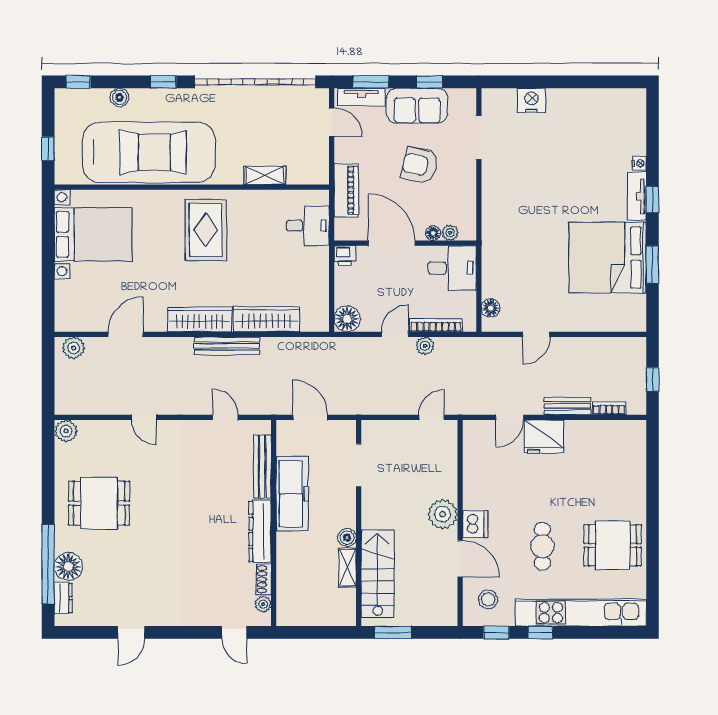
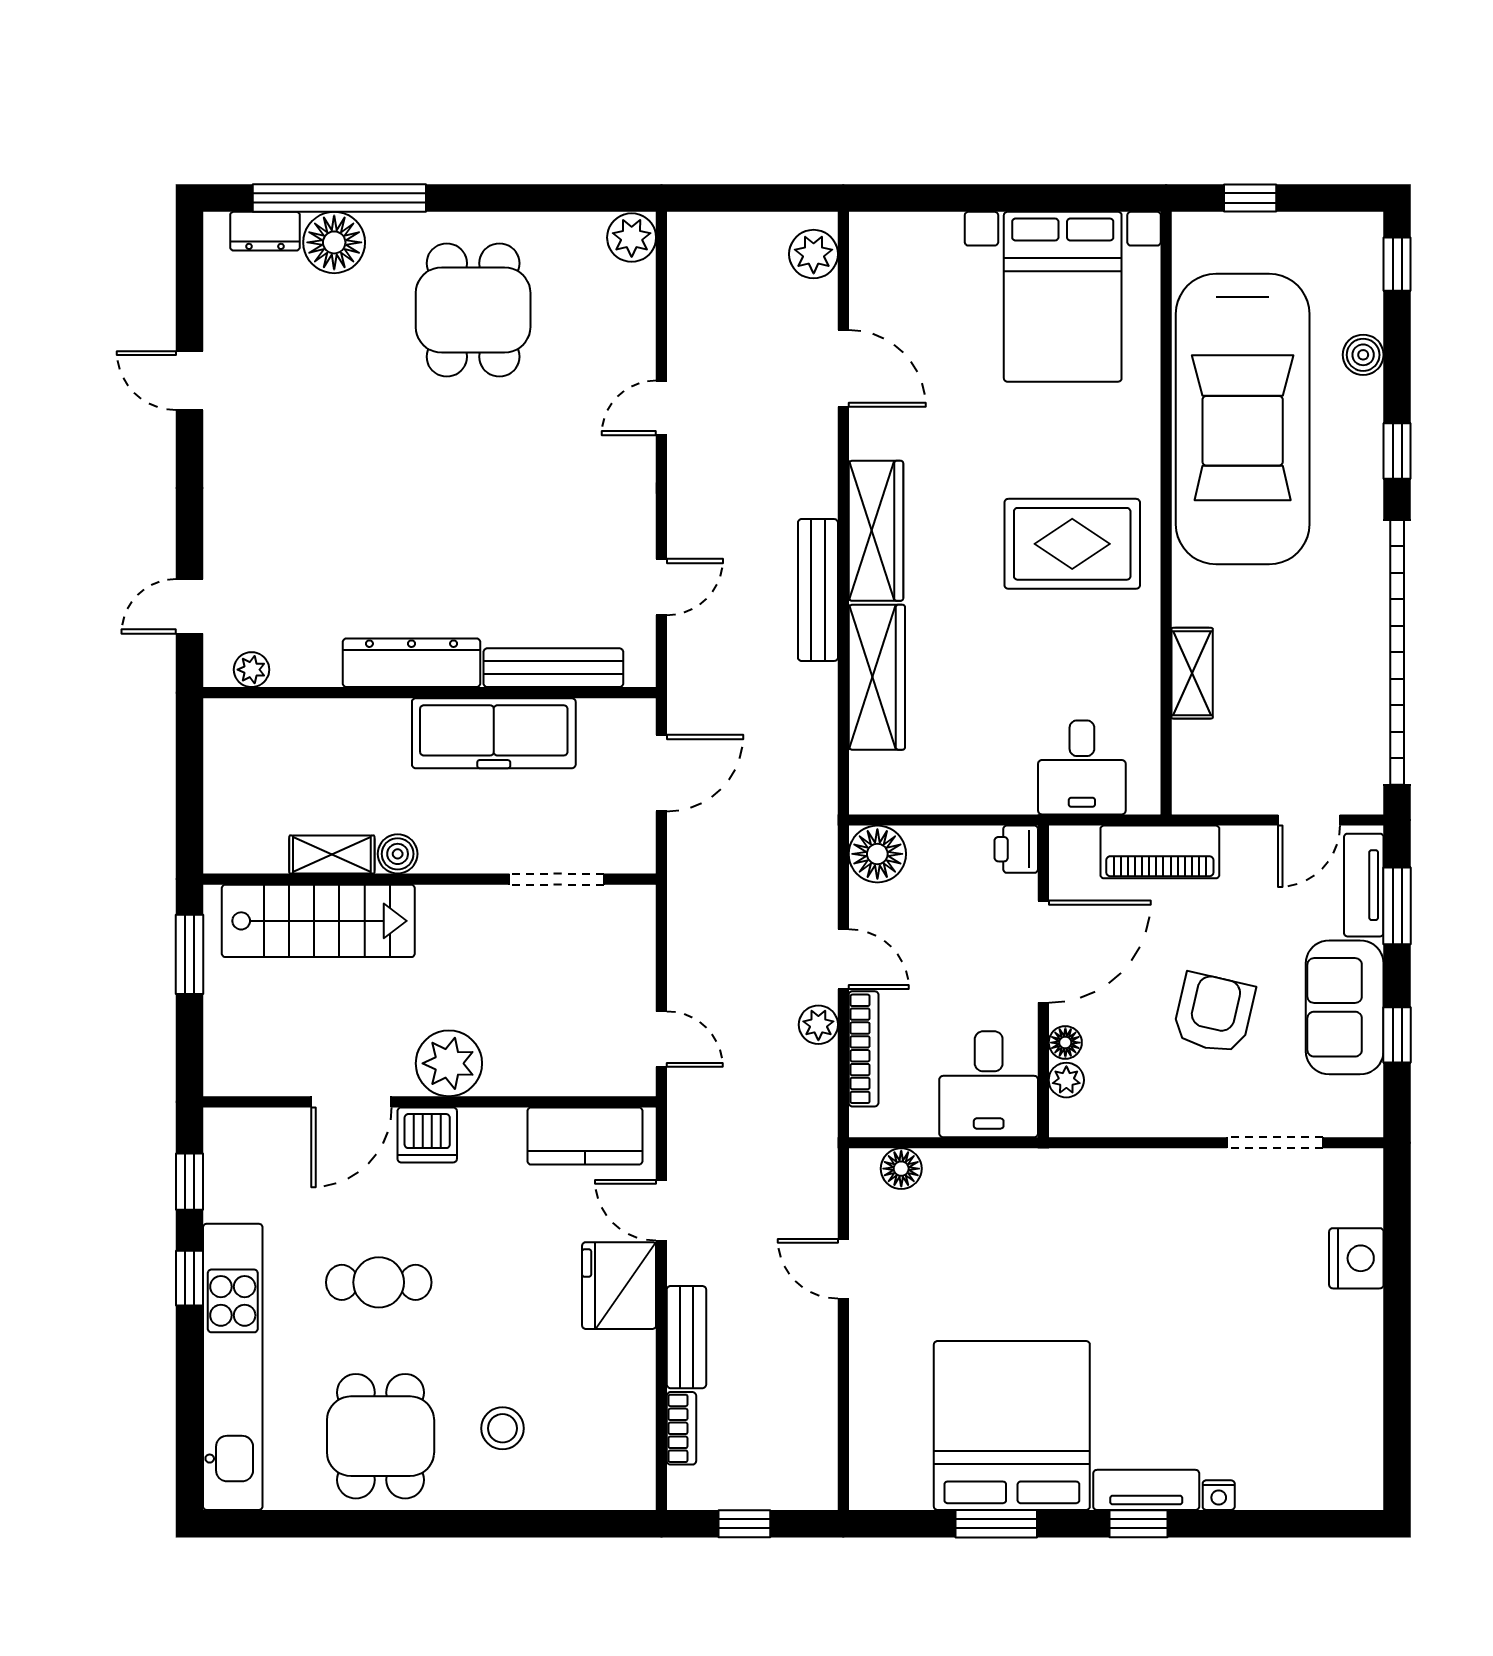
kitchen counter: (476, 452) -> (585, 1136), added
shoe rack: (264, 579) -> (306, 671), removed
stool: (488, 599) -> (503, 1428), moved

